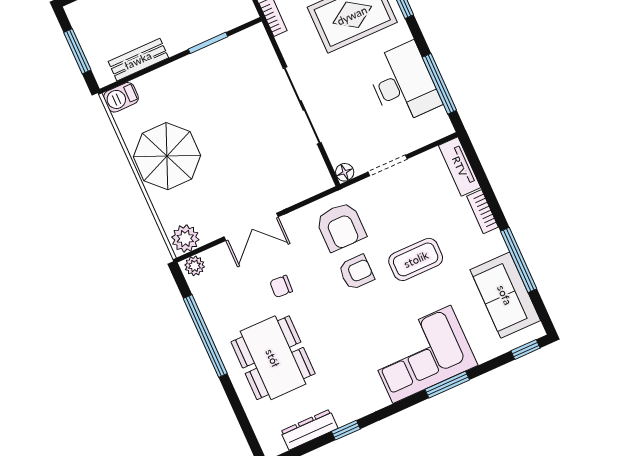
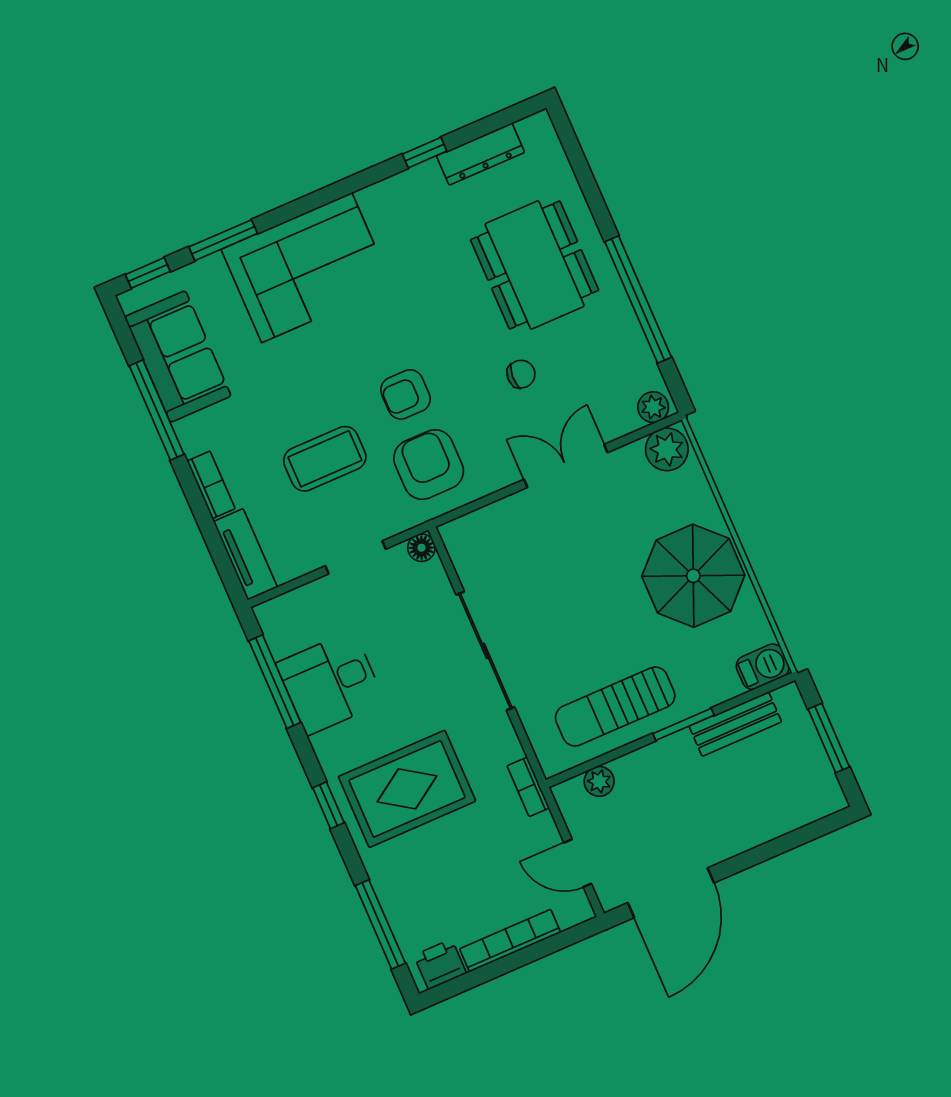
plant: (227, 21) -> (599, 781), added
window: (208, 43) -> (683, 724), moved
sun lounger: (217, 70) -> (615, 707), added
desk: (403, 83) -> (330, 683), width x0.73
coffee table: (416, 259) -> (325, 459), moved
window: (447, 385) -> (223, 240), moved

